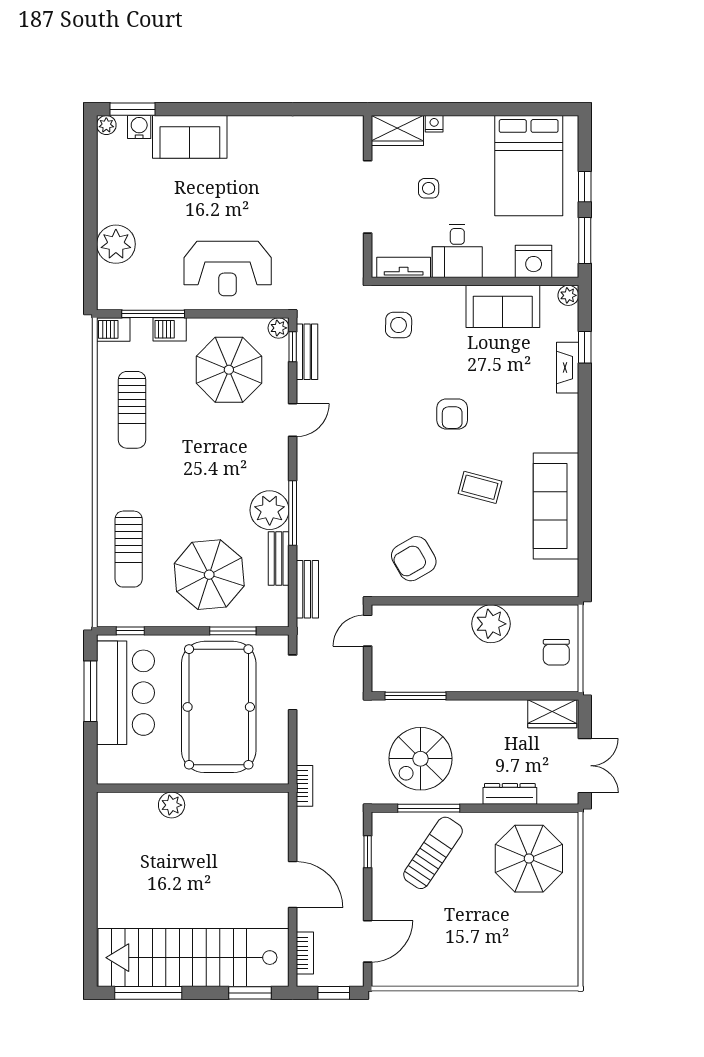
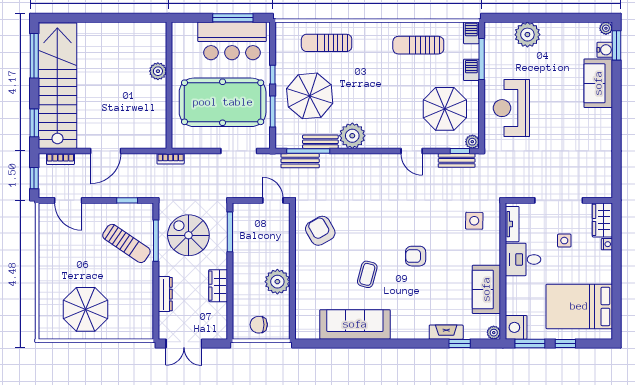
nightstand: (534, 261) -> (516, 327), moved
window: (293, 513) -> (308, 151), moved
window: (130, 631) -> (273, 75), moved
wardrobe: (552, 714) -> (218, 286), moved
parasol: (529, 859) -> (86, 309), moved

